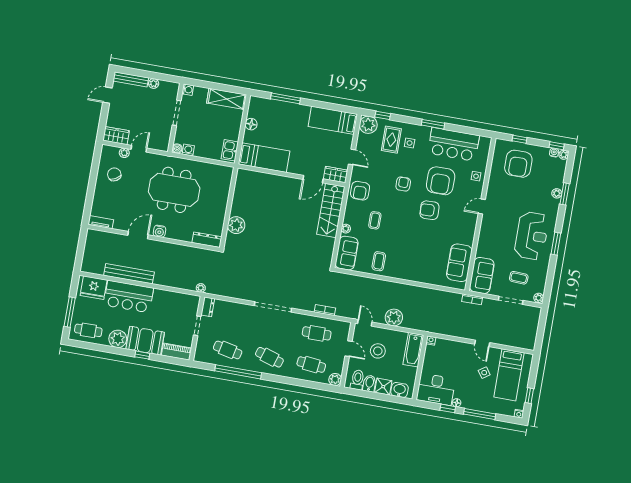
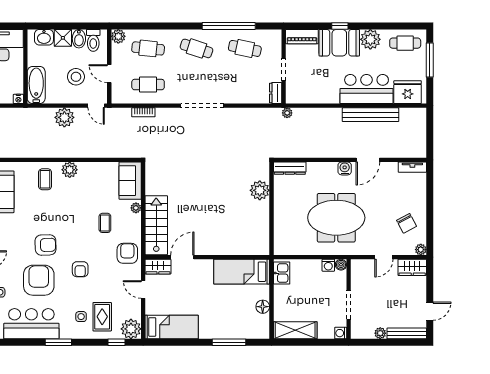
plant: (124, 153) -> (421, 250), moved
coffee table: (379, 261) -> (45, 179), moved
plant: (397, 272) -> (70, 170), added

